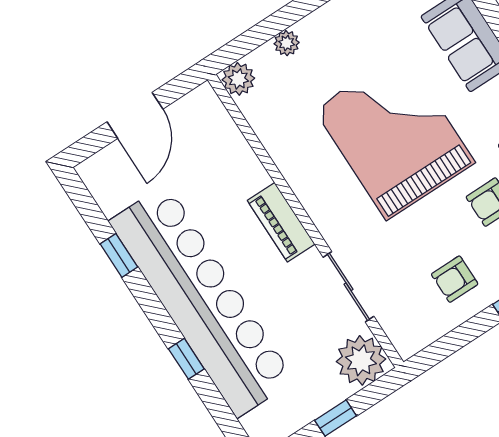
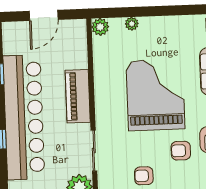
piano: (281, 222) -> (78, 96), width x1.37, depth x1.33

